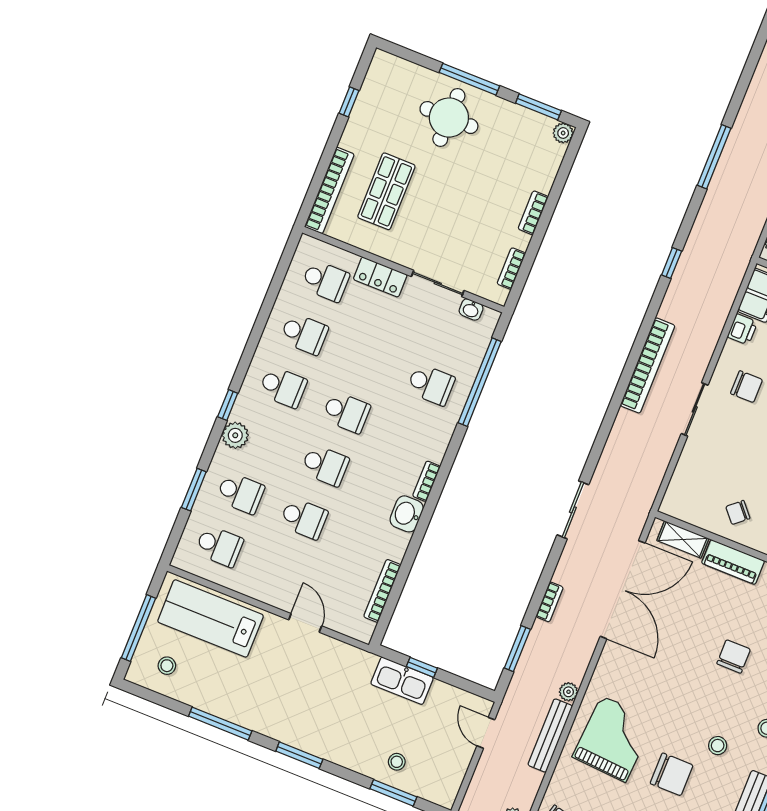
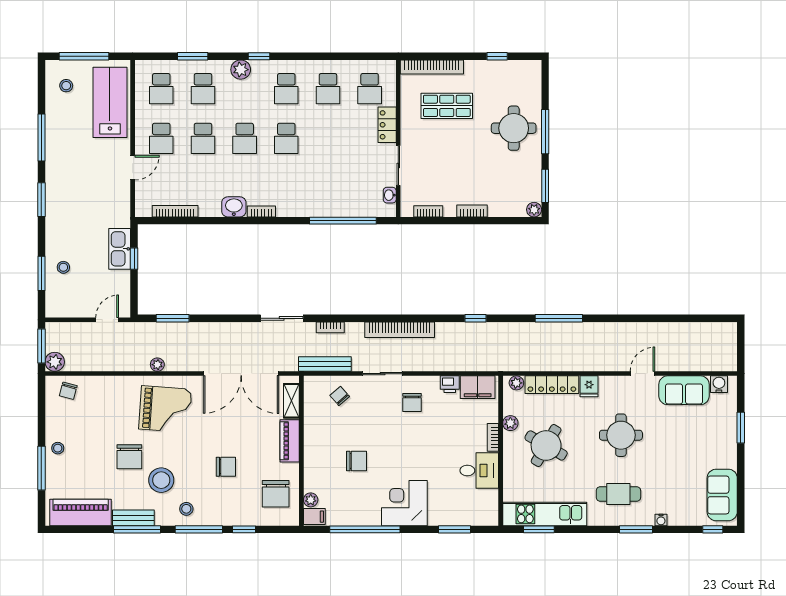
school desk: (431, 385) -> (161, 138), moved
chair: (738, 513) -> (340, 396), moved
bookcase: (550, 602) -> (330, 327), moved
bench: (550, 735) -> (325, 364), moved
grand piano: (614, 739) -> (165, 409), moved
stool: (718, 746) -> (161, 480), width x1.89, depth x1.89

